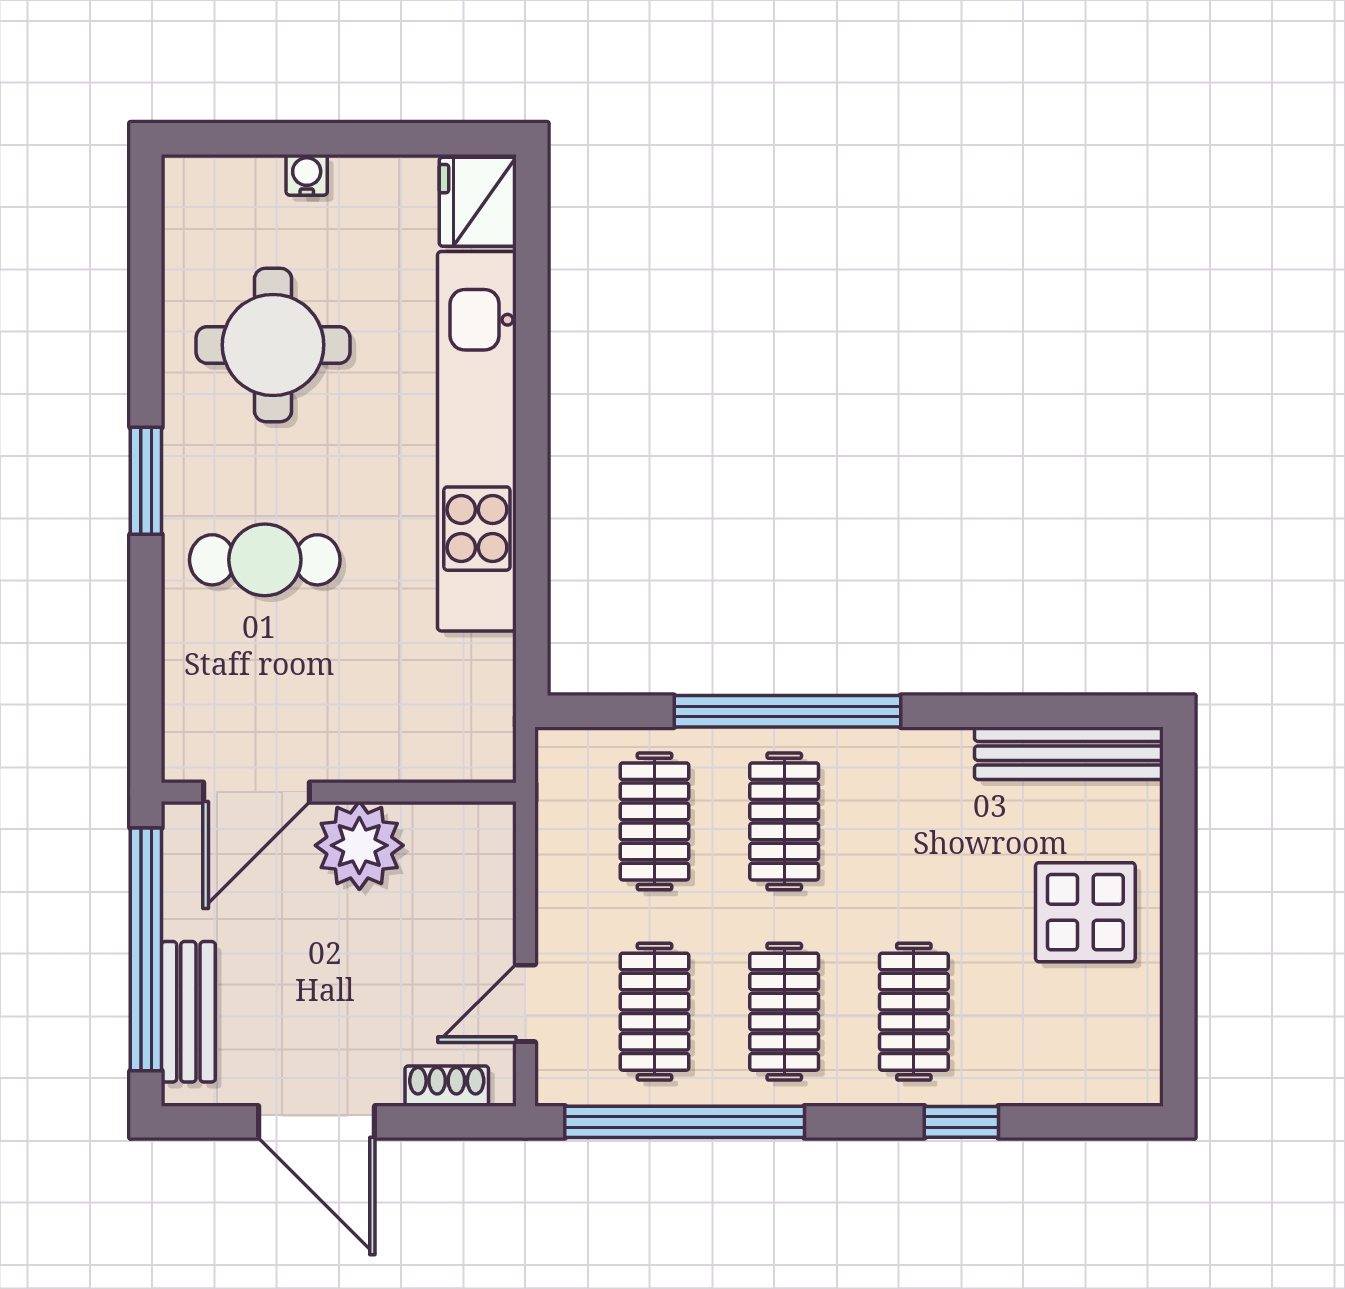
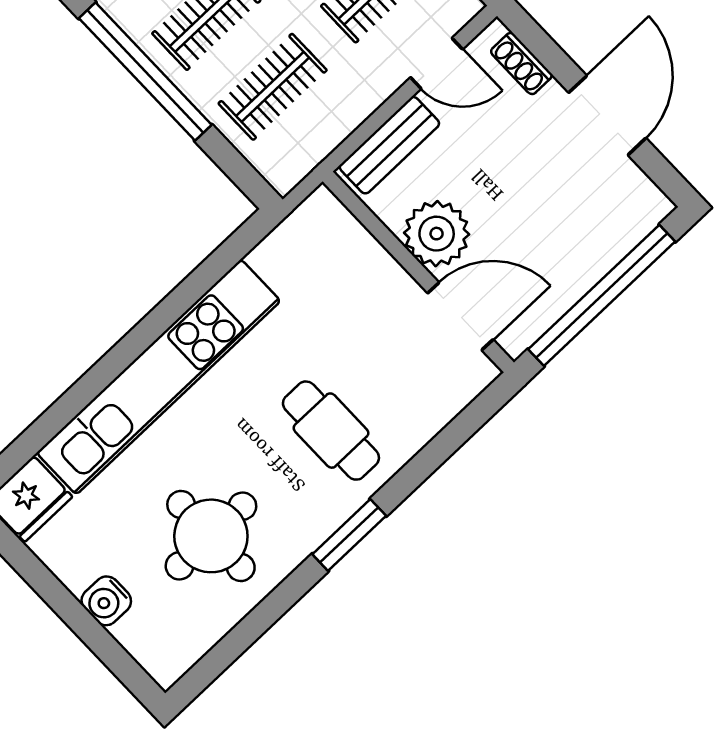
water cooler: (307, 175) -> (106, 601), width x1.38, depth x1.38
bench: (188, 1012) -> (389, 145), moved

